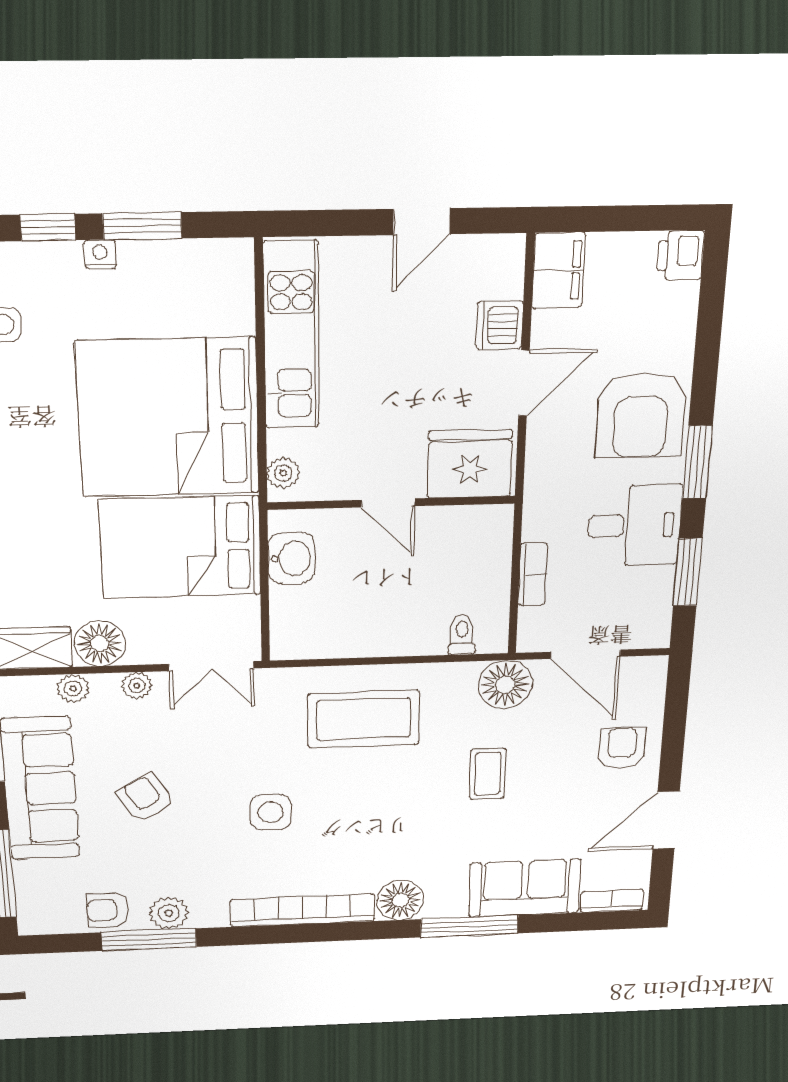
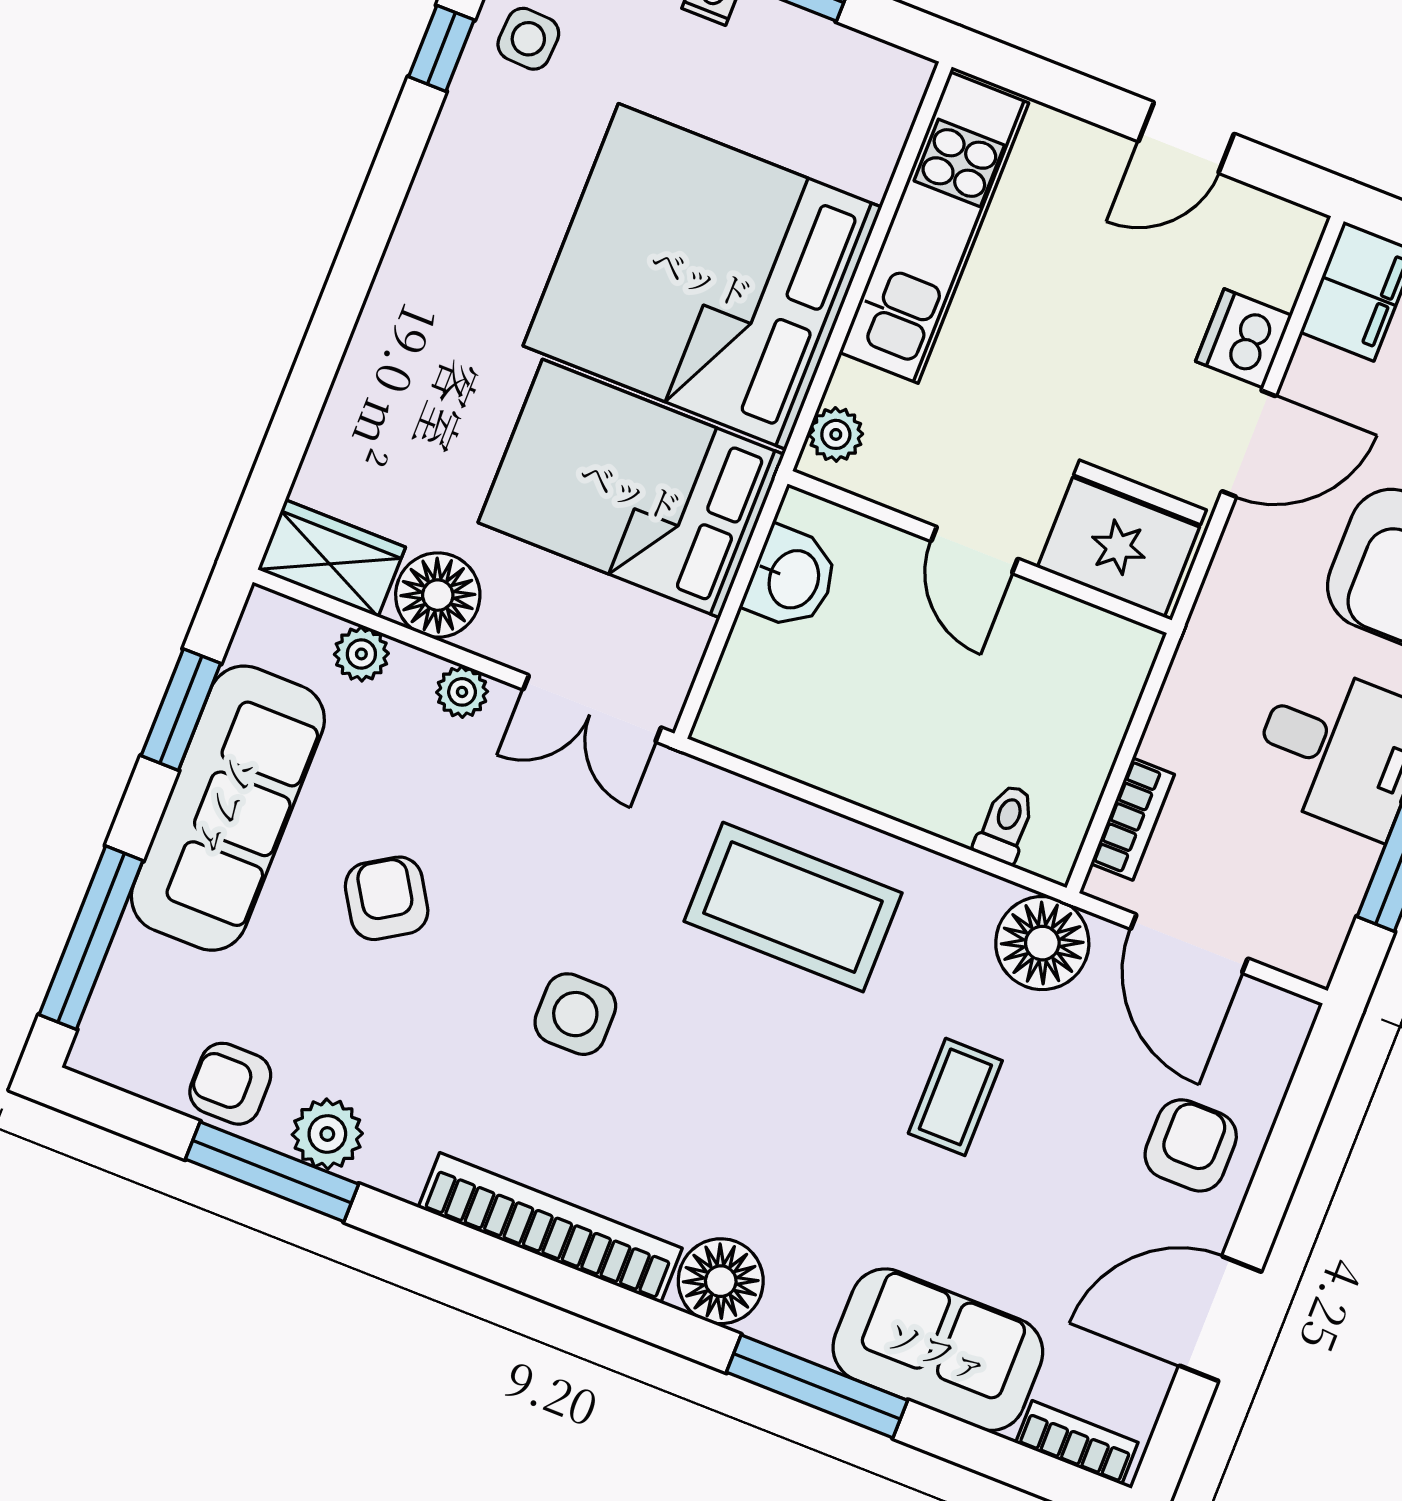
bookcase: (533, 574) -> (1133, 819), moved

